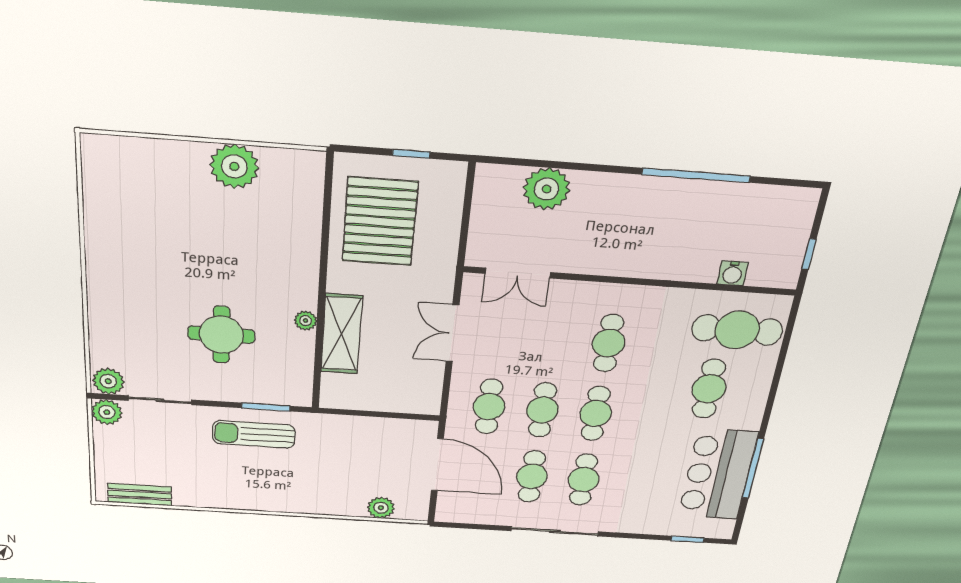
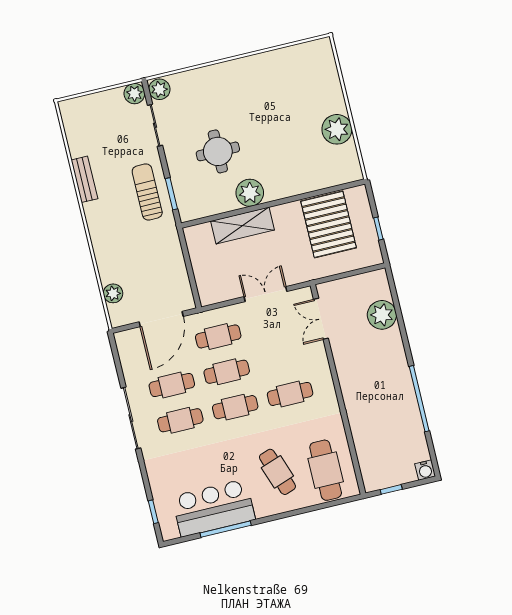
pallet: (380, 222) -> (329, 224), turned 90
water cooler: (733, 273) -> (425, 470), moved, turned -90
plant: (306, 321) -> (250, 193), width x1.88, depth x1.88
cafe table: (709, 389) -> (277, 472), turned 71
bench: (140, 495) -> (84, 179), moved

